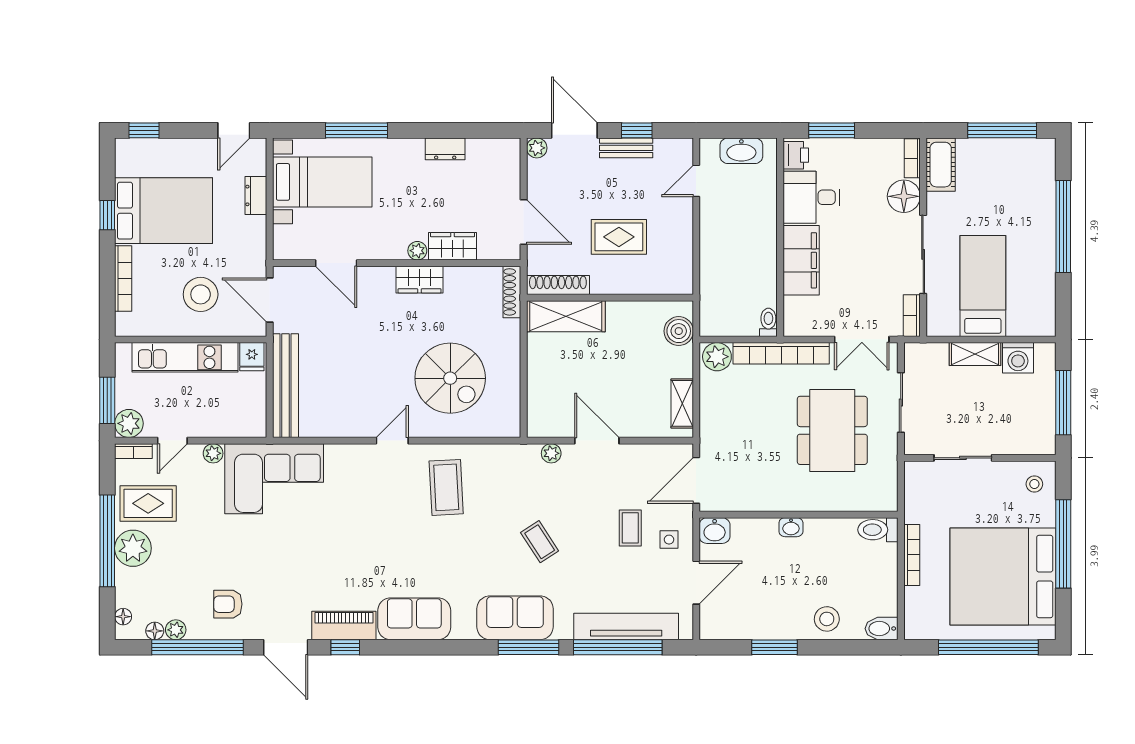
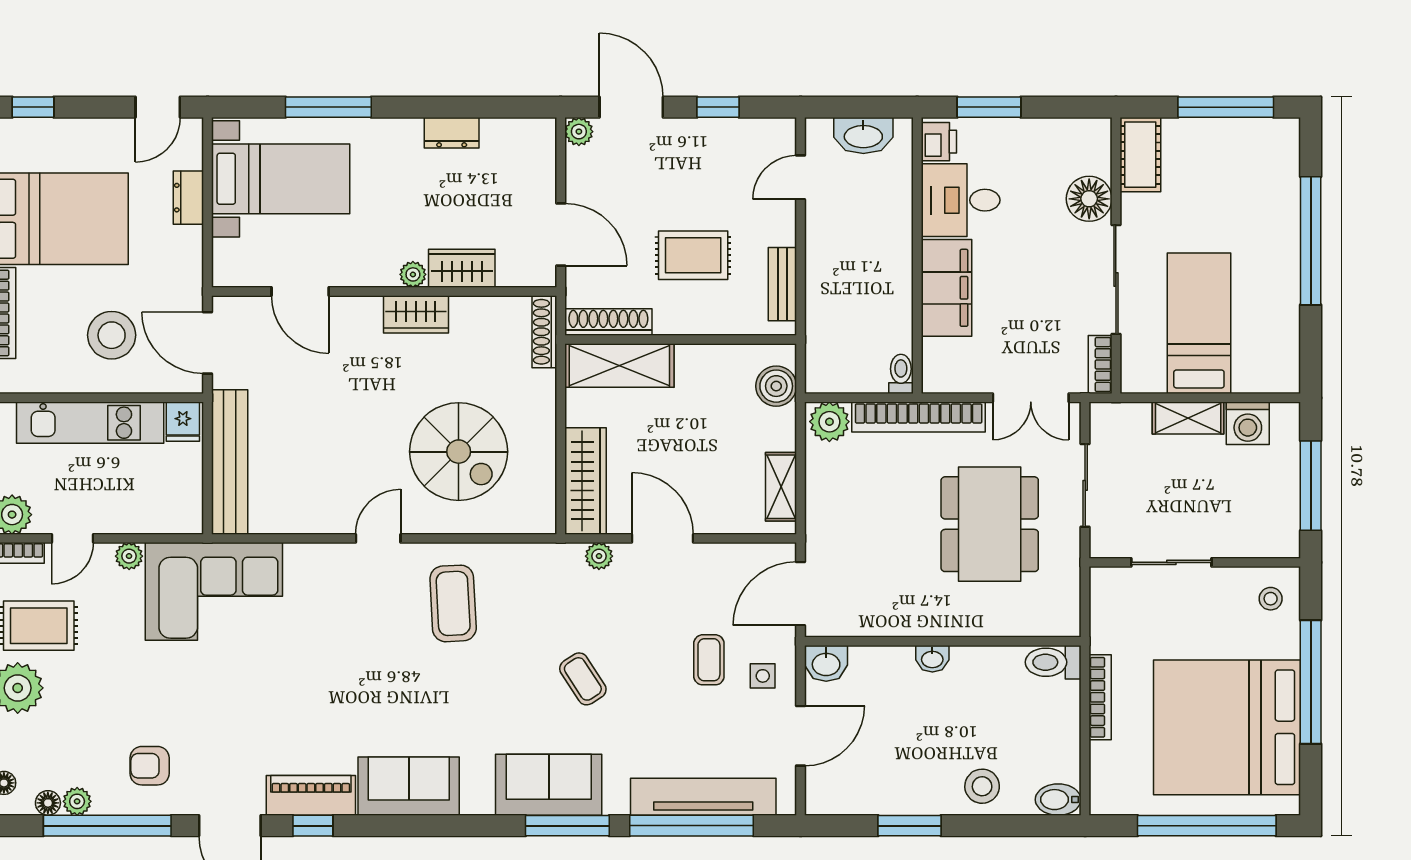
bench: (626, 148) -> (782, 284), moved, turned 90
bookcase: (912, 158) -> (1101, 146), removed
wardrobe: (541, 399) -> (585, 481), added

